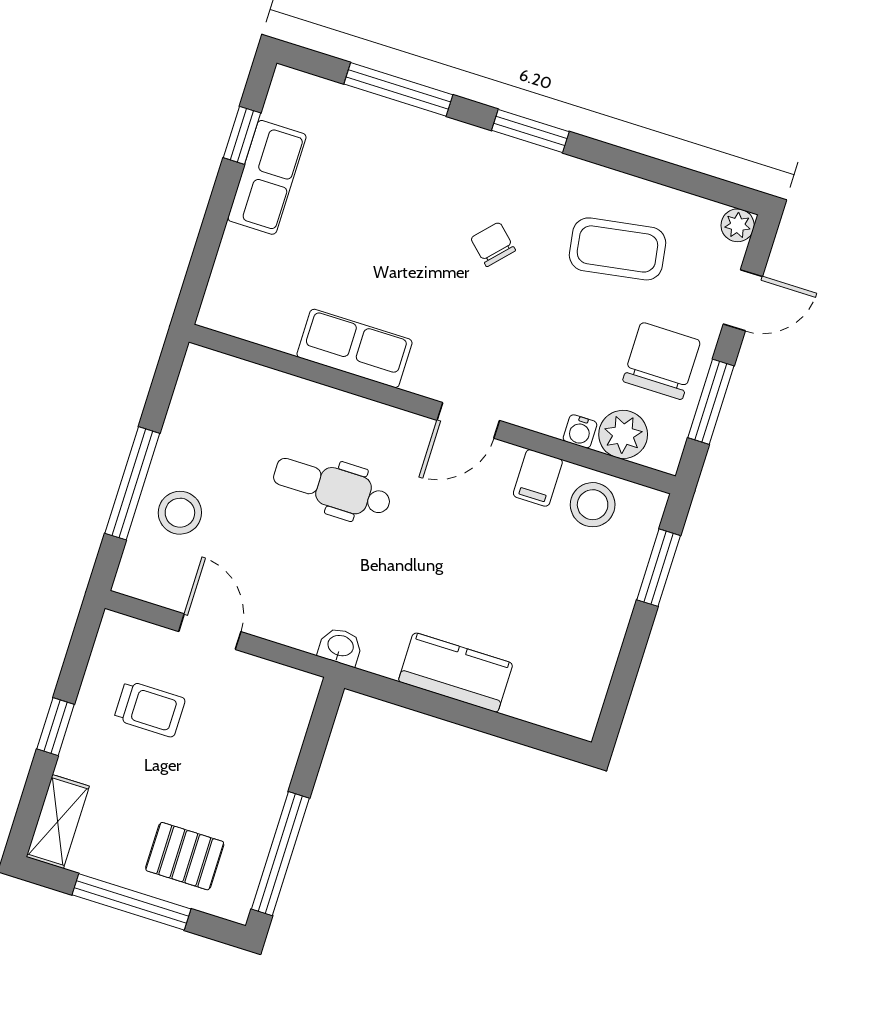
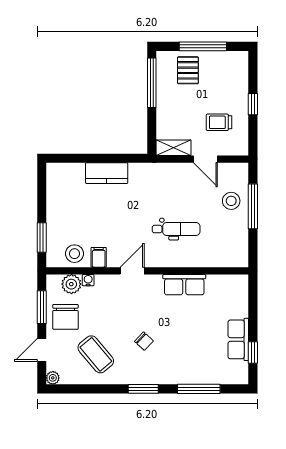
coffee table: (617, 249) -> (96, 354), turned 59
washbasin: (340, 646) -> (154, 169), removed
shelving: (58, 822) -> (174, 148), moved, turned 90
pallet: (185, 856) -> (188, 70), turned 90

